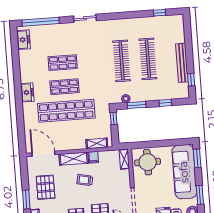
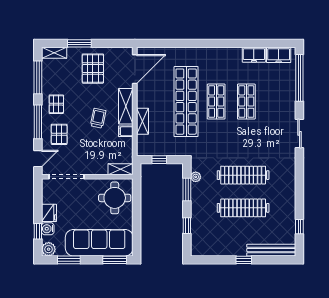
bench: (182, 63) -> (271, 250), moved
window: (191, 80) -> (244, 260), moved
freezer: (27, 92) -> (254, 55), moved
window: (114, 118) -> (159, 160), moved
shelving: (97, 143) -> (143, 121), moved
pallet: (46, 187) -> (93, 69), turned 90

